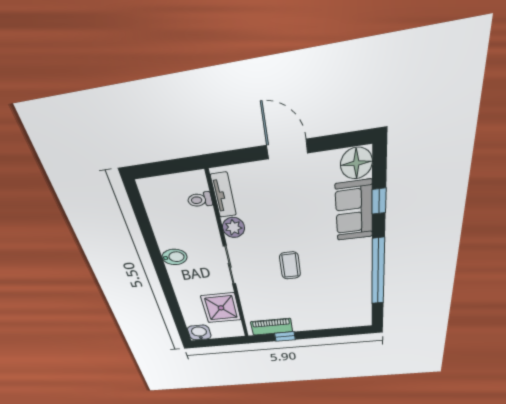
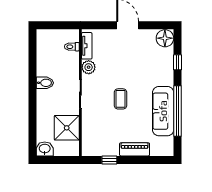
sofa: (354, 211) -> (163, 111), moved, width x1.36
piano: (272, 327) -> (135, 149), moved

